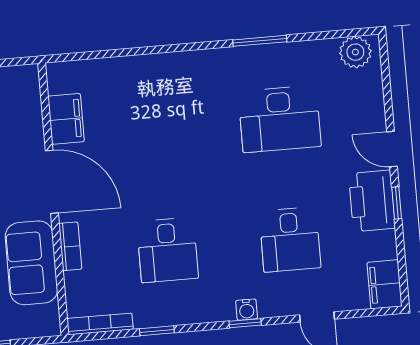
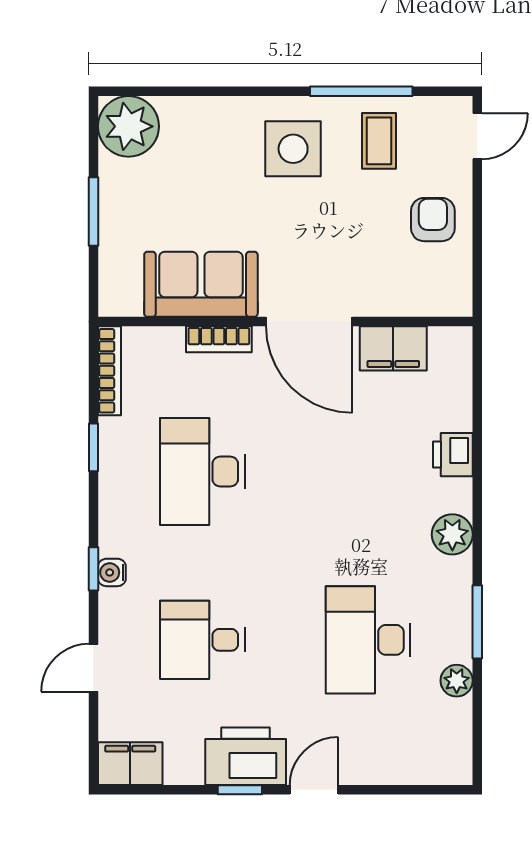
plant: (355, 52) -> (457, 681), moved, width x0.73, depth x0.73
plant: (198, 64) -> (452, 534), added
printer: (140, 69) -> (453, 455), added
door: (52, 182) -> (309, 322), hinge flipped
desk: (168, 250) -> (202, 471), width x1.37

